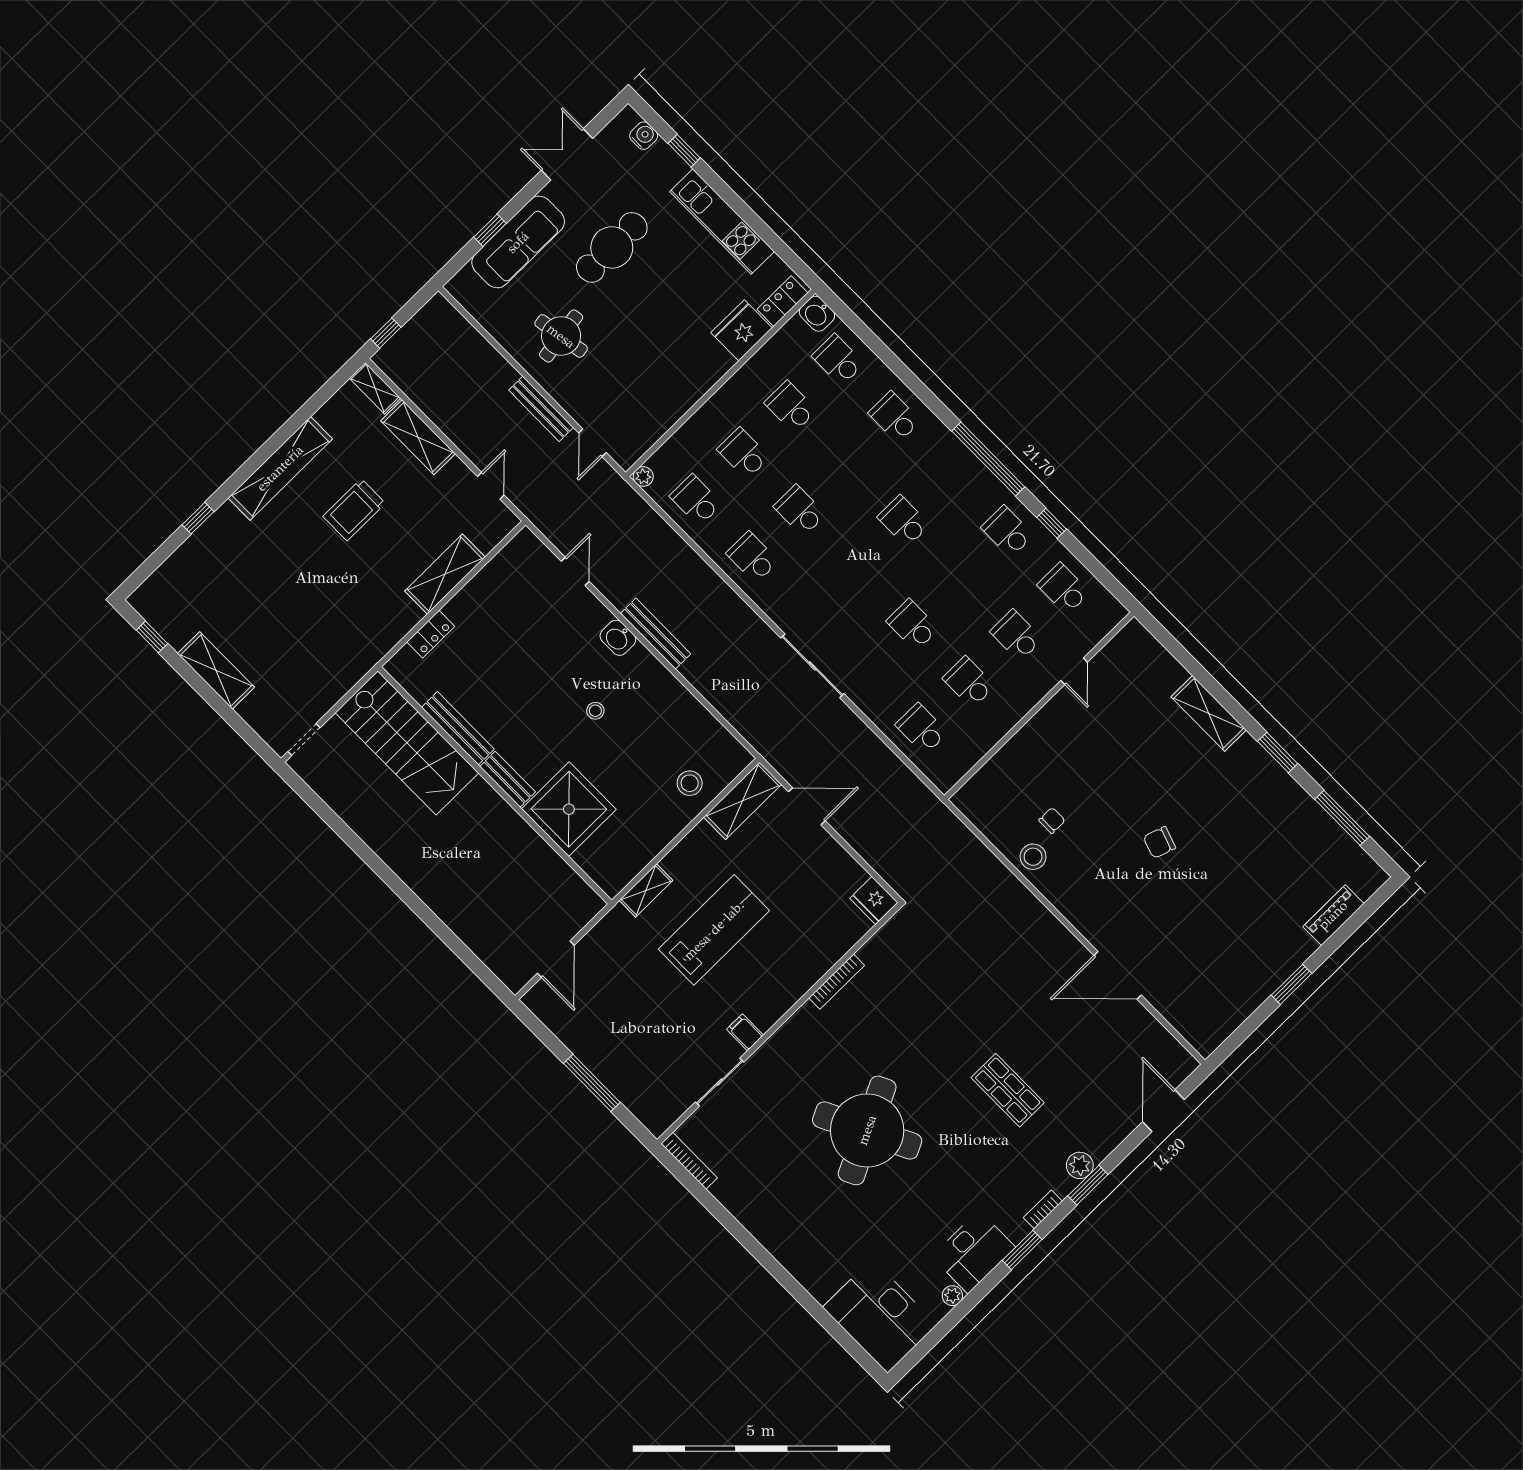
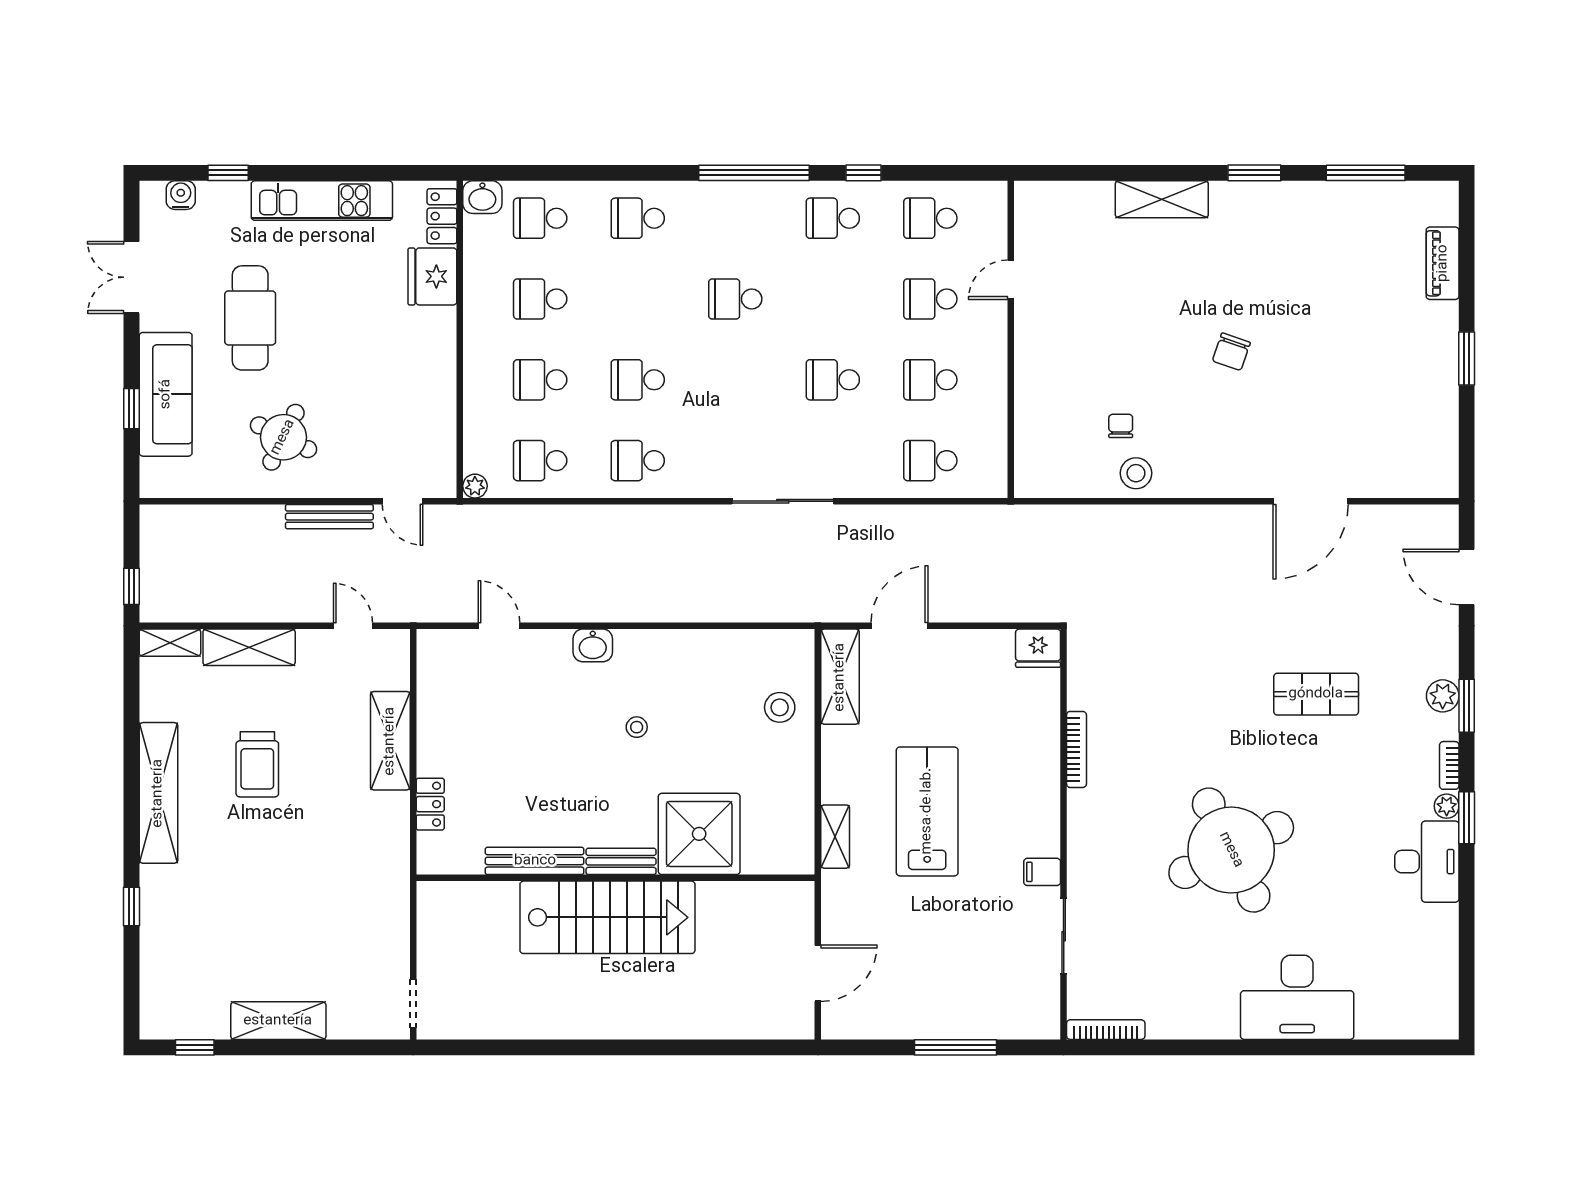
round table: (561, 336) -> (283, 437), turned 35
bench: (656, 634) -> (621, 609), removed
door: (1074, 671) -> (1011, 280), swing flipped
stairs: (407, 743) -> (607, 917), moved
door: (556, 959) -> (818, 973), hinge flipped
plant: (952, 1296) -> (1447, 806), moved
desk: (880, 1316) -> (1297, 997), moved

